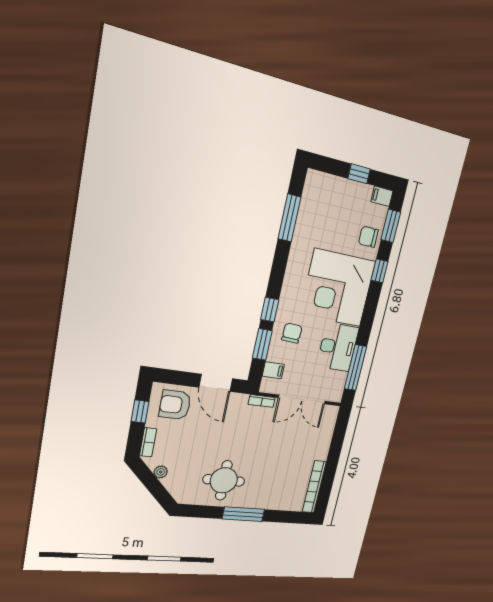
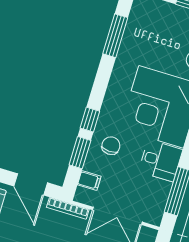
desk: (338, 347) -> (161, 161), width x0.73
bookcase: (262, 401) -> (68, 208), width x1.56

